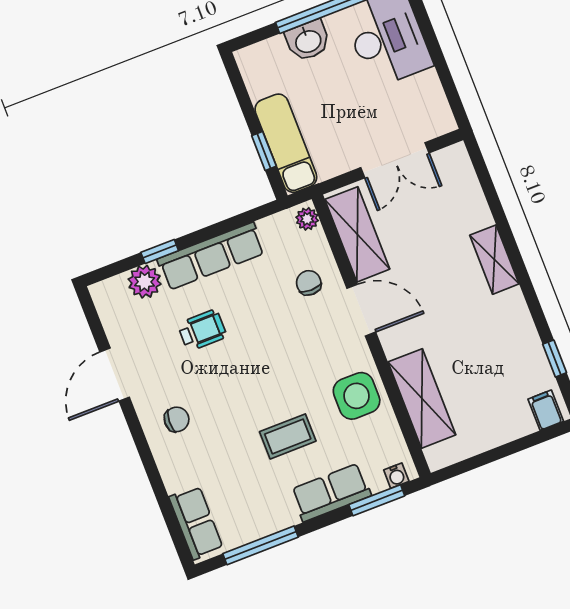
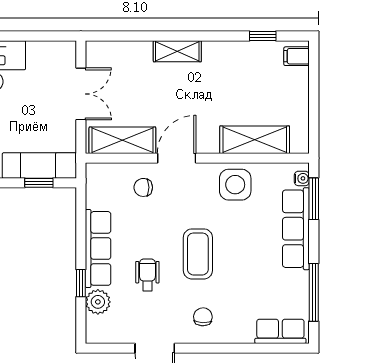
plant: (307, 219) -> (98, 171), removed
coffee table: (288, 436) -> (198, 254), moved, width x1.36, depth x1.30
row of seats: (331, 493) -> (296, 229), width x1.48

